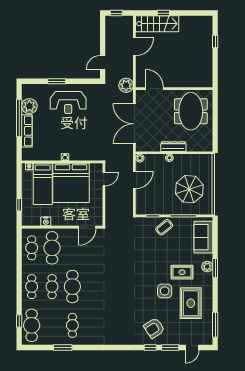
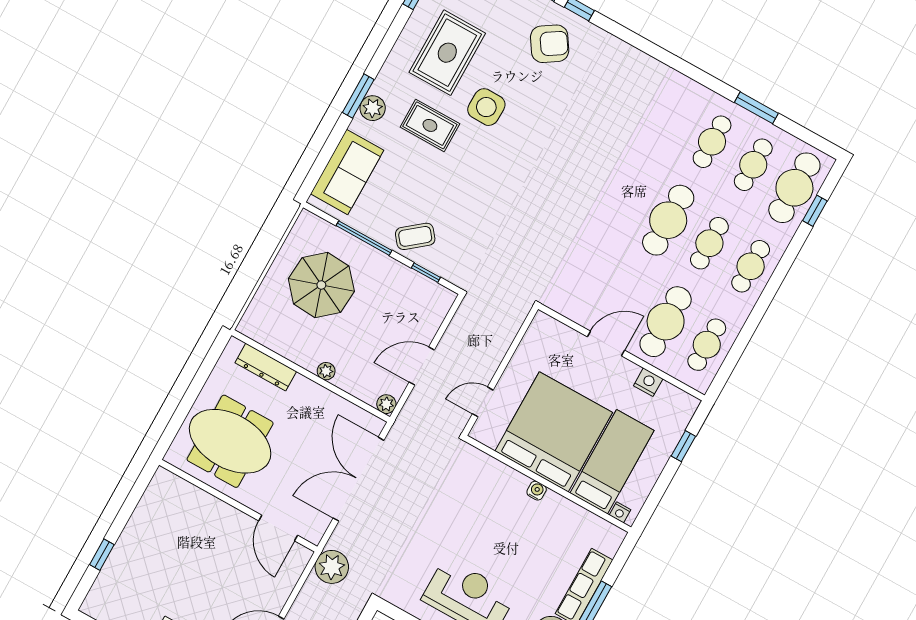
meeting table: (191, 111) -> (230, 441), turned 90
double door: (134, 124) -> (358, 479), swing flipped
dresser: (173, 147) -> (266, 367), moved
door: (87, 227) -> (606, 344), moved
cafe table: (52, 325) -> (753, 165), added

